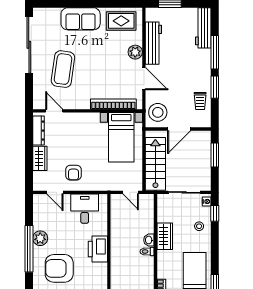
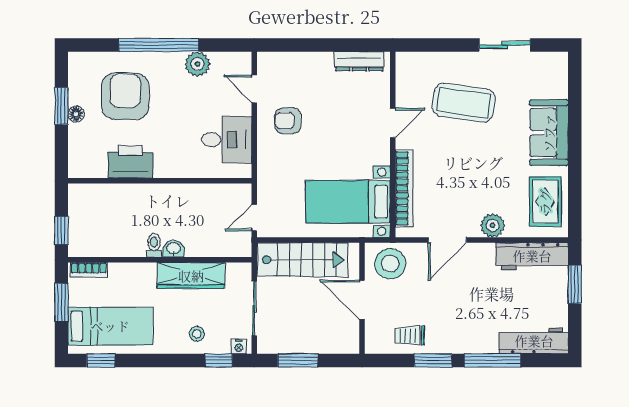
workbench: (153, 43) -> (532, 256), moved
sliding door: (29, 45) -> (505, 45), width x0.54
door: (54, 111) -> (393, 123), moved
window: (215, 155) -> (298, 360), moved
wardrobe: (40, 158) -> (312, 63), removed
door: (55, 192) -> (254, 89), hinge flipped
wardrobe: (165, 236) -> (191, 276), width x1.50
plant: (40, 238) -> (197, 64), moved
printer: (98, 249) -> (130, 162), moved

